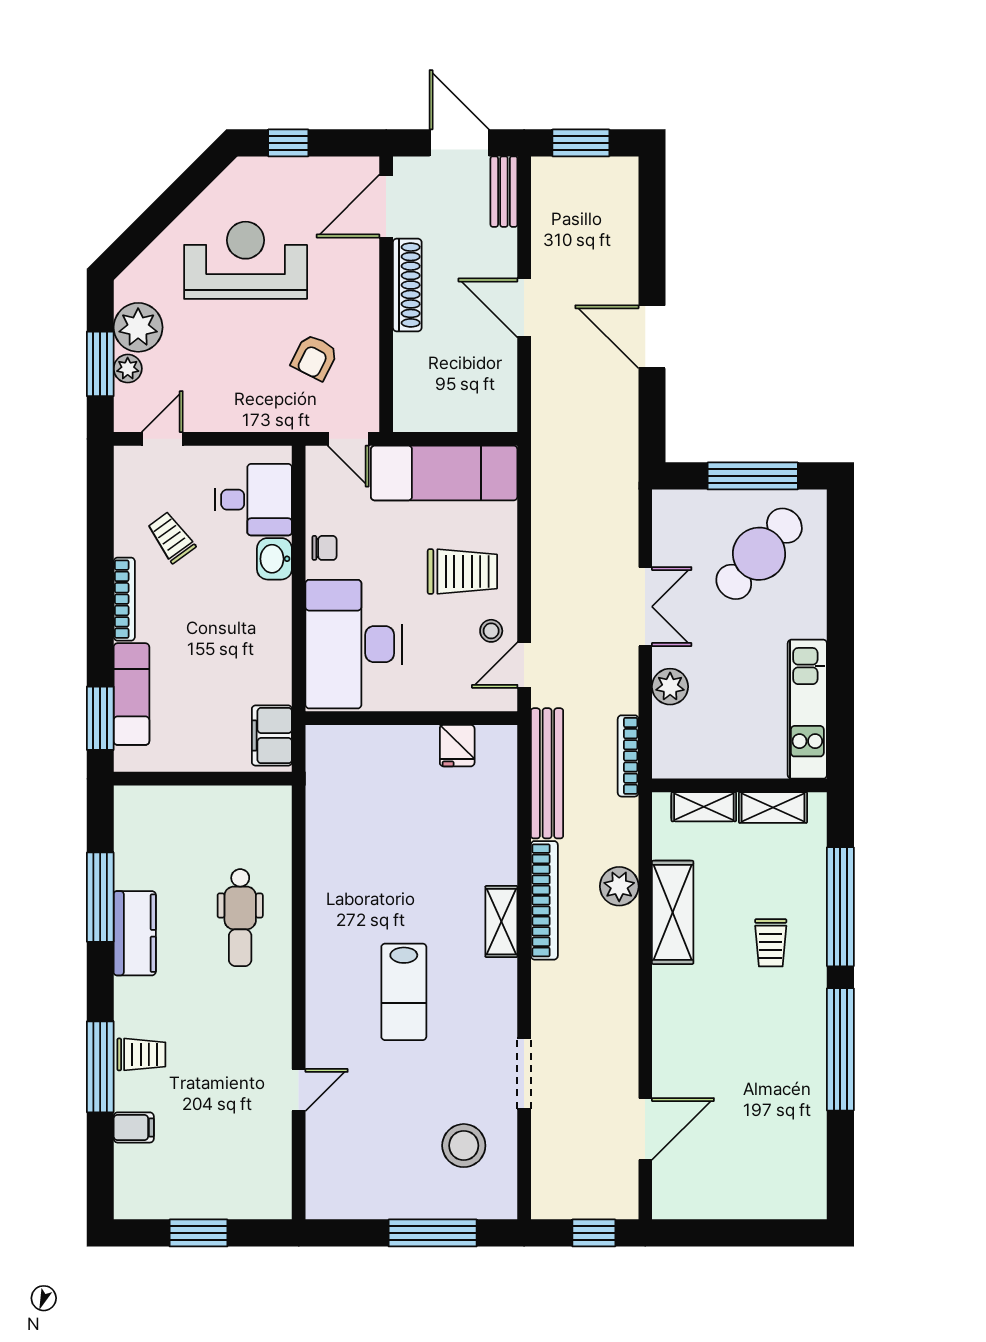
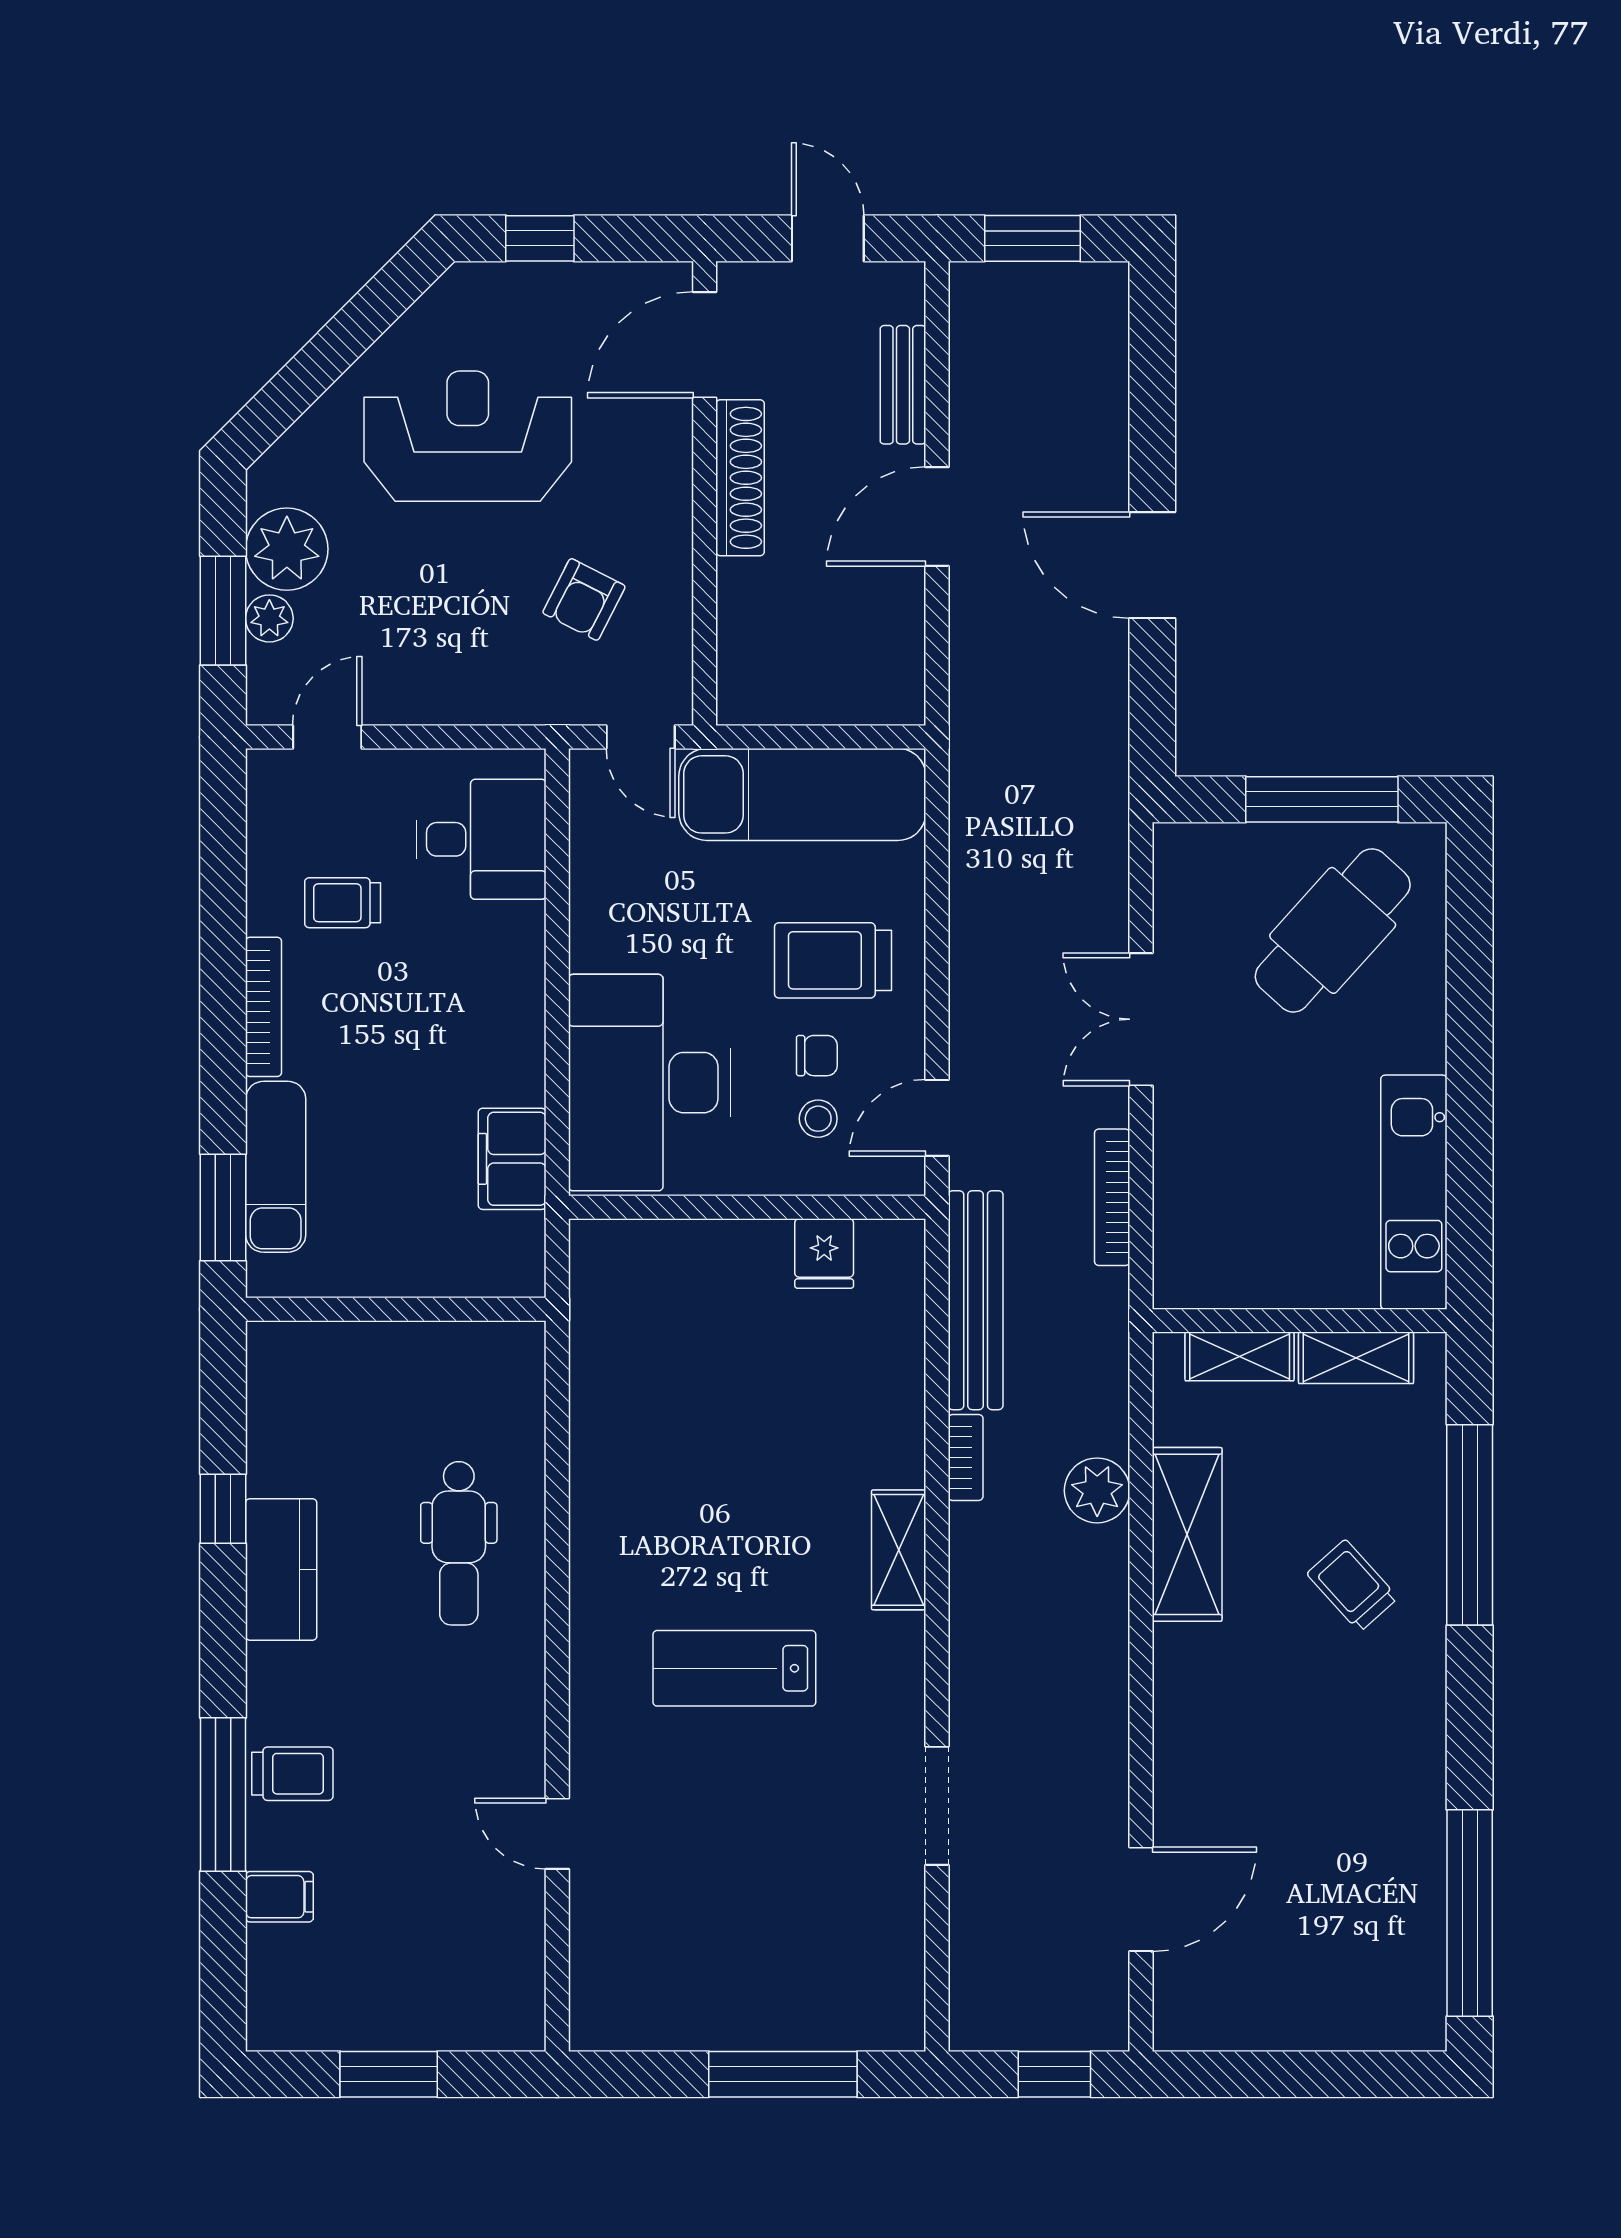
door: (459, 143) -> (828, 238), width x0.73
bench: (504, 192) -> (903, 385), moved
door: (524, 308) -> (937, 516), hinge flipped
trolley: (171, 537) -> (343, 903), turned -54
chair: (324, 548) -> (817, 1056), moved
washbasin: (274, 559) -> (516, 939), removed
trolley: (462, 572) -> (833, 960), turned 180
double door: (645, 607) -> (1141, 1019), swing flipped
stool: (491, 631) -> (818, 1119), moved
plant: (670, 687) -> (1183, 1154), removed
filing cabinet: (272, 736) -> (512, 1159), moved
bookcase: (628, 756) -> (1112, 1197), moved
window: (100, 897) -> (223, 1509), width x0.46
bookcase: (544, 900) -> (966, 1457), width x0.43, depth x0.76
trolley: (771, 943) -> (1352, 1586), turned 138
lab bench: (404, 992) -> (734, 1668), turned 90
window: (840, 1049) -> (1470, 1913), moved
door: (299, 1090) -> (557, 1834), swing flipped
stool: (464, 1146) -> (835, 1927), removed

